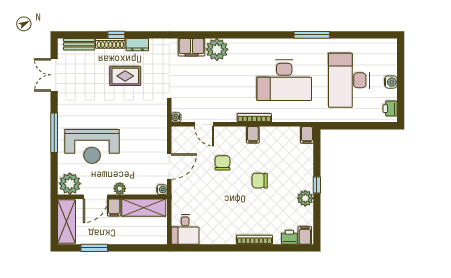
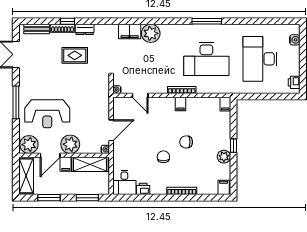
window: (312, 35) -> (207, 21), moved
water cooler: (391, 82) -> (295, 40), moved
chair: (222, 163) -> (163, 157), moved
plant: (120, 189) -> (70, 144), width x1.88, depth x1.88
printer: (289, 237) -> (143, 189), moved
window: (140, 248) -> (87, 198), added

